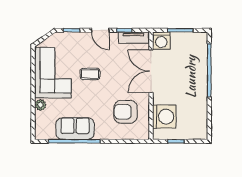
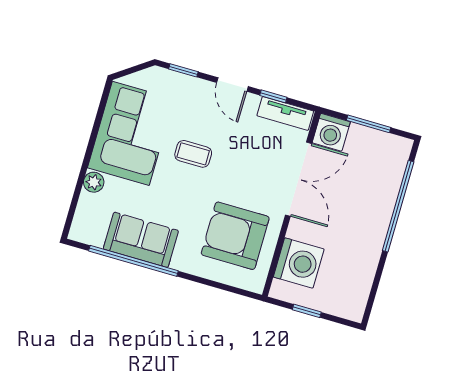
double door: (151, 71) -> (298, 179), swing flipped
armchair: (126, 112) -> (235, 236), width x1.36, depth x1.36

